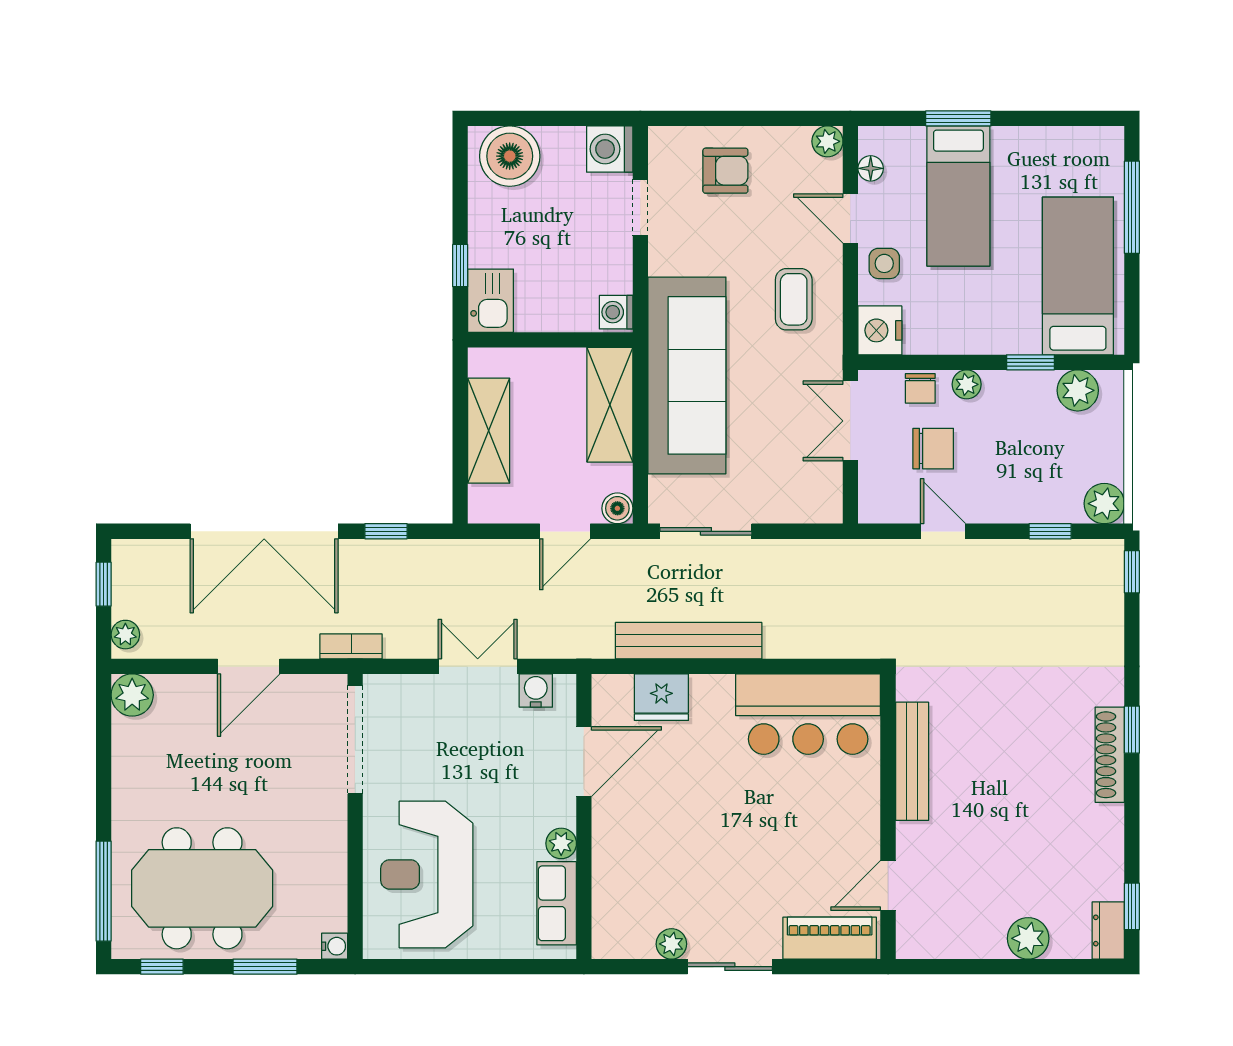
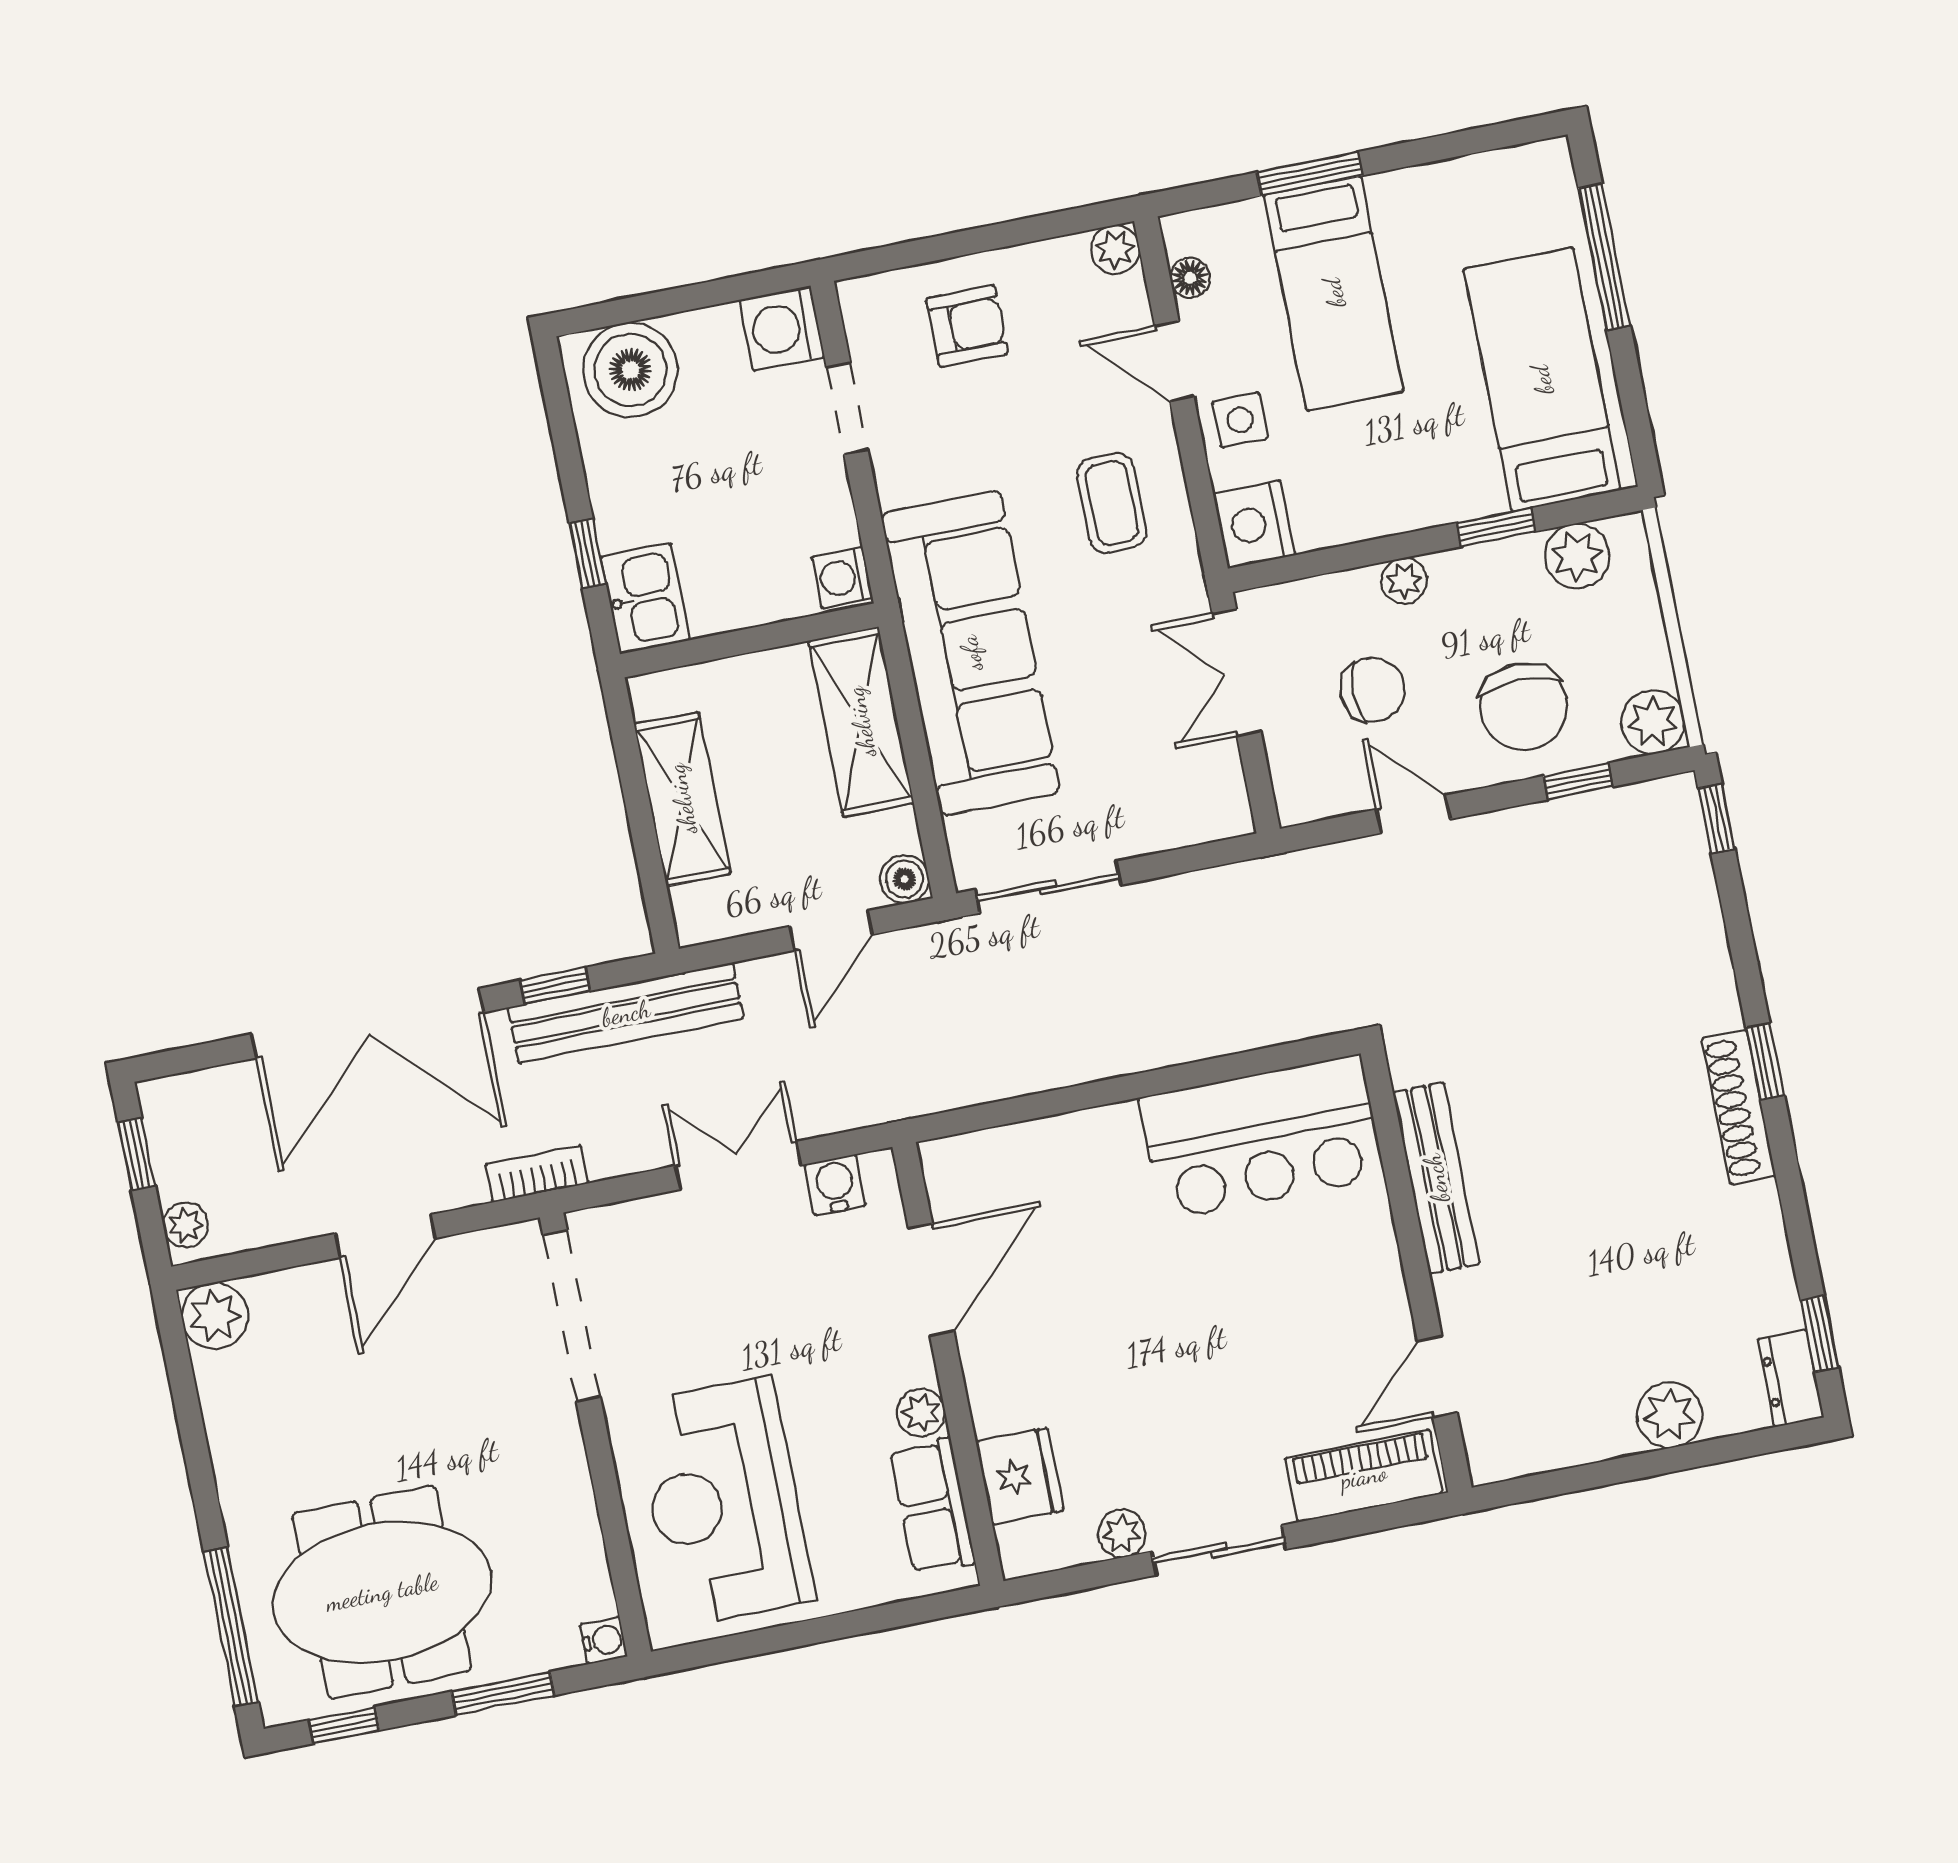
chair: (920, 388) -> (1524, 707), moved, width x1.87, depth x1.87
bench: (689, 641) -> (626, 1013), moved
fridge: (661, 697) -> (1020, 1476), moved, turned -90

